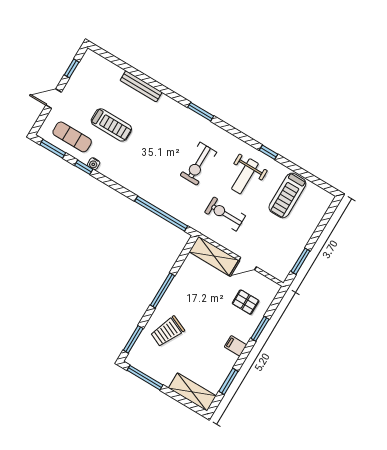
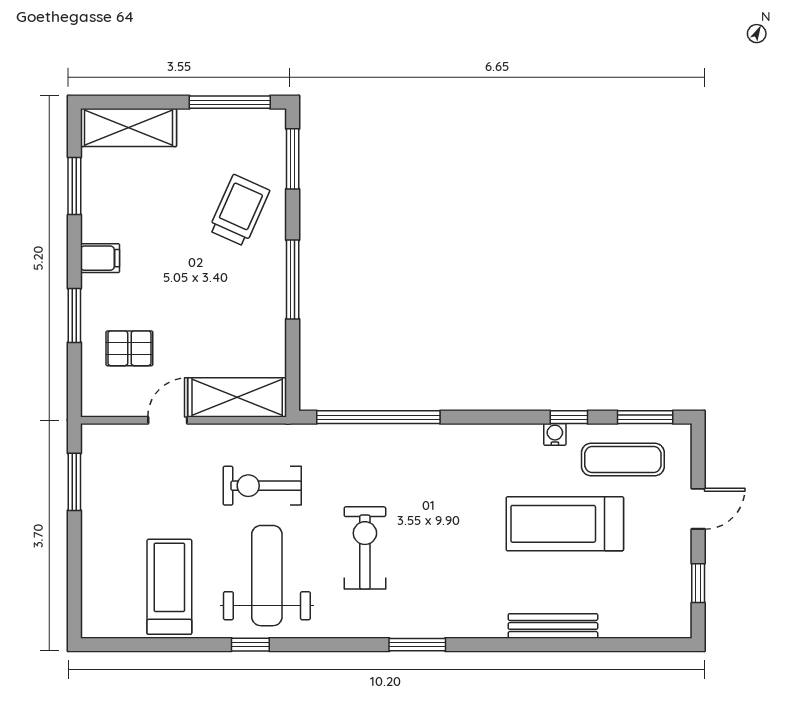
treadmill: (111, 125) -> (565, 524), width x1.37, depth x1.38
weight bench: (245, 176) -> (267, 576), width x1.36, depth x1.33
exercise bike: (225, 214) -> (262, 486), turned 180

